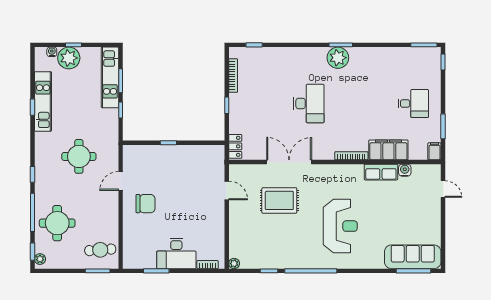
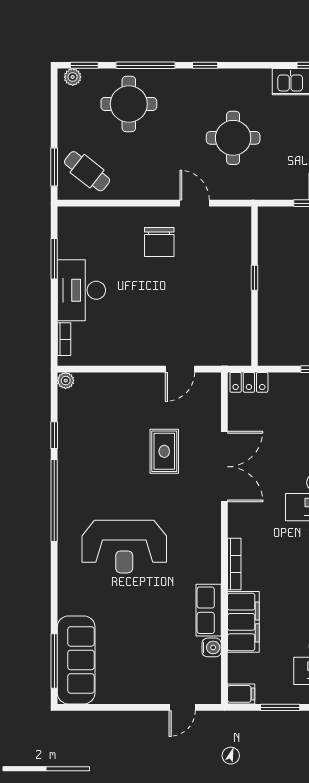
rug: (279, 200) -> (164, 451), width x0.73, depth x0.70
cafe table: (100, 250) -> (87, 171), turned -48

